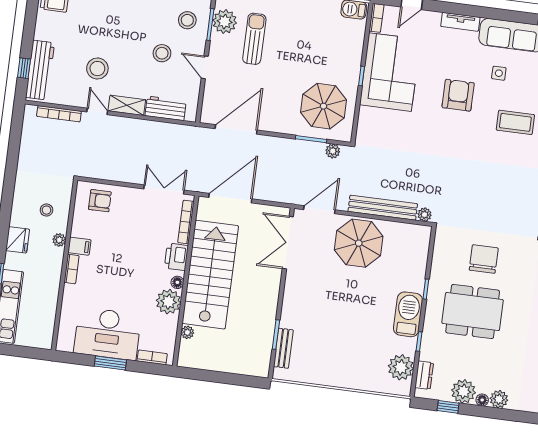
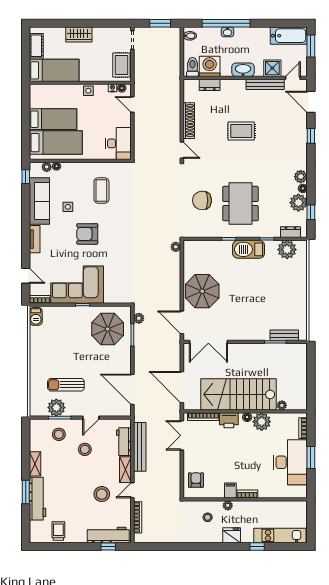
bench: (383, 208) -> (140, 447), moved

